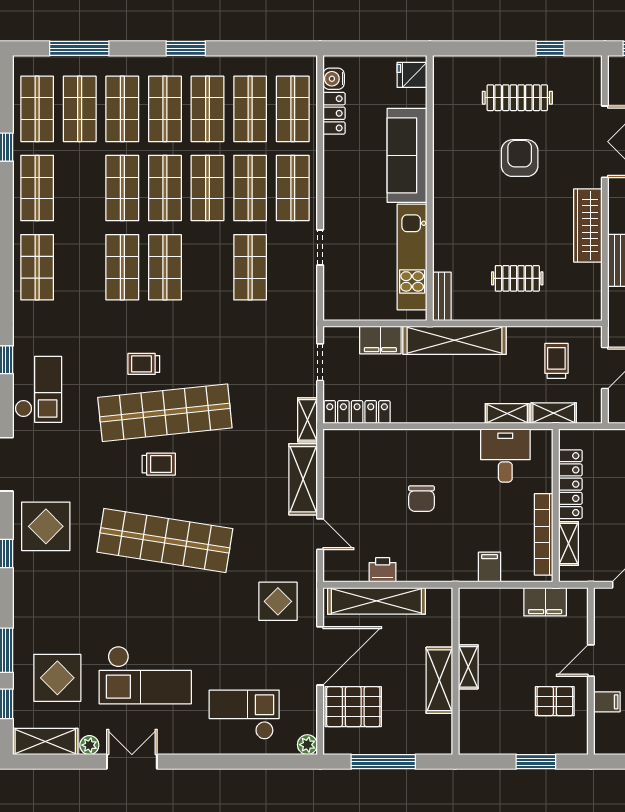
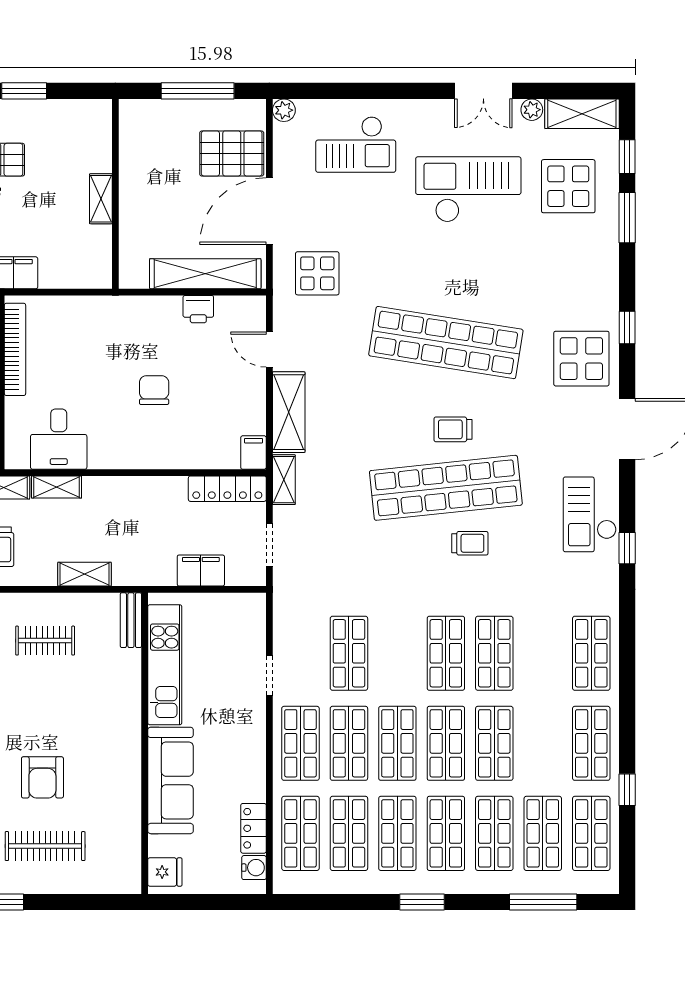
shelving: (455, 340) -> (85, 574), width x0.45, depth x0.75
filing cabinet: (490, 567) -> (253, 453), moved, turned 180
shelving: (439, 680) -> (134, 184), removed

